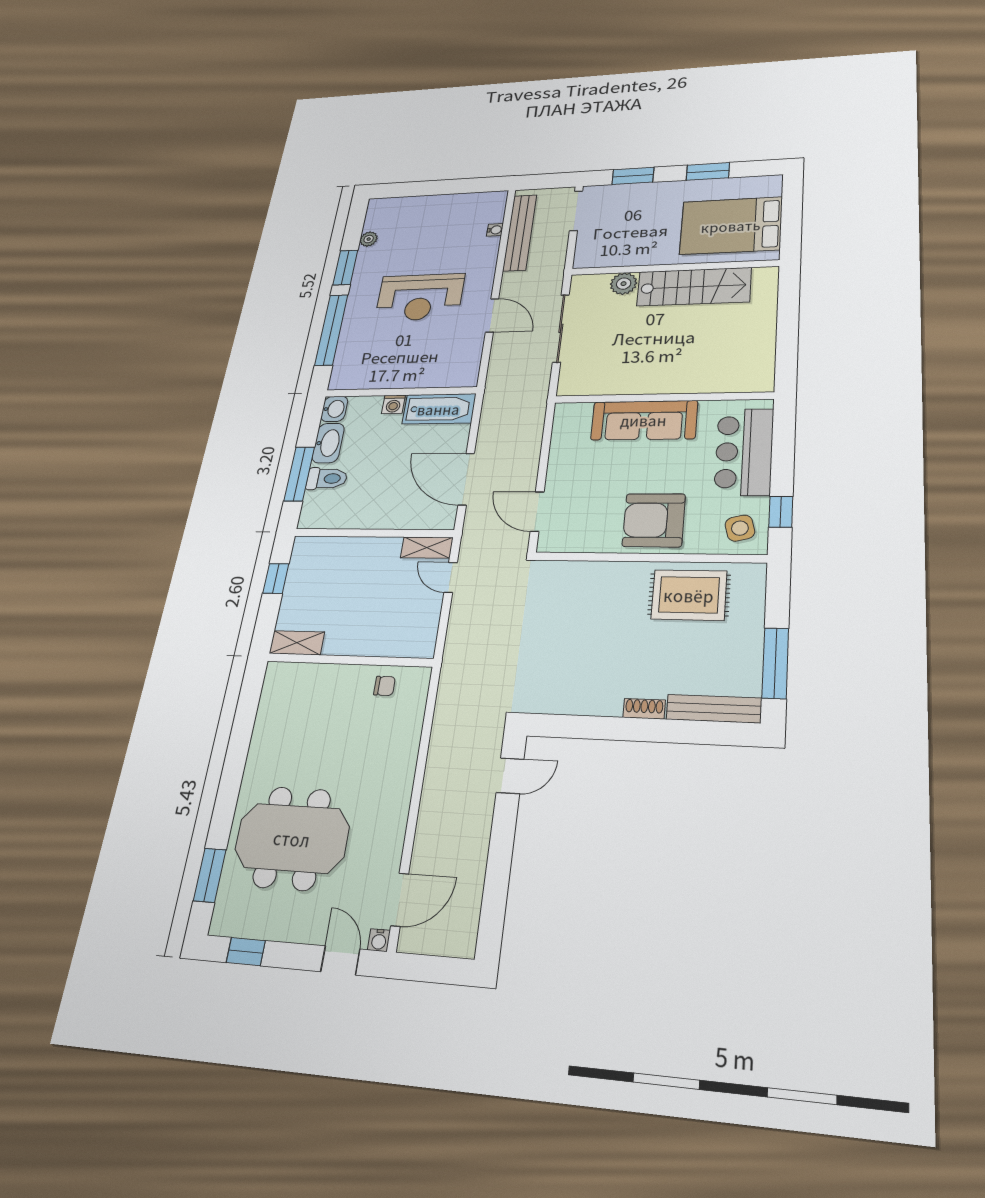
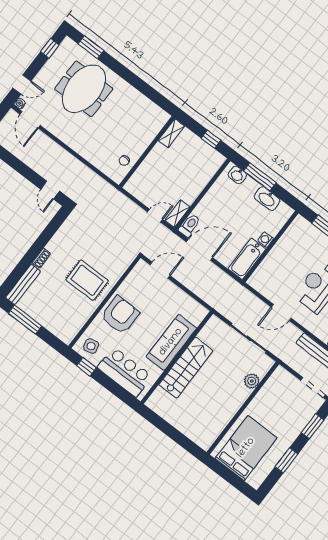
stairs: (694, 287) -> (186, 368), moved, turned 180
washbasin: (334, 409) -> (237, 175), moved
toilet: (327, 479) -> (189, 225), moved, turned 180
rug: (689, 595) -> (87, 280), moved, turned 90

